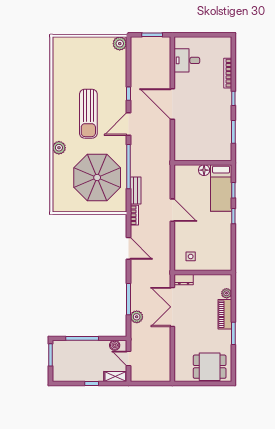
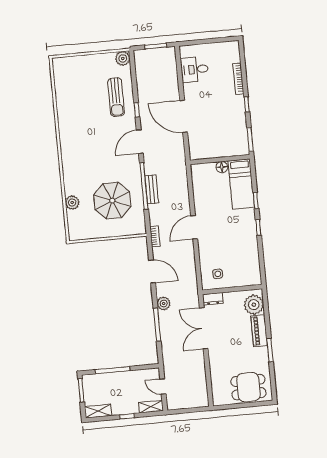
sun lounger: (88, 114) -> (116, 97), moved, width x0.73, depth x0.75
plant: (59, 148) -> (72, 203), moved
wall: (203, 163) -> (220, 160), moved
floor lamp: (204, 170) -> (222, 167), moved
parasol: (97, 177) -> (112, 201), width x0.73, depth x0.73
bed: (221, 188) -> (241, 184), moved
bench: (136, 191) -> (152, 189), moved
door: (172, 210) -> (194, 227), swing flipped
plant: (227, 293) -> (254, 305), width x1.88, depth x1.88
plant: (137, 317) -> (164, 303), moved
boiler: (115, 345) -> (147, 374), removed
shelving: (65, 376) -> (98, 411), added

